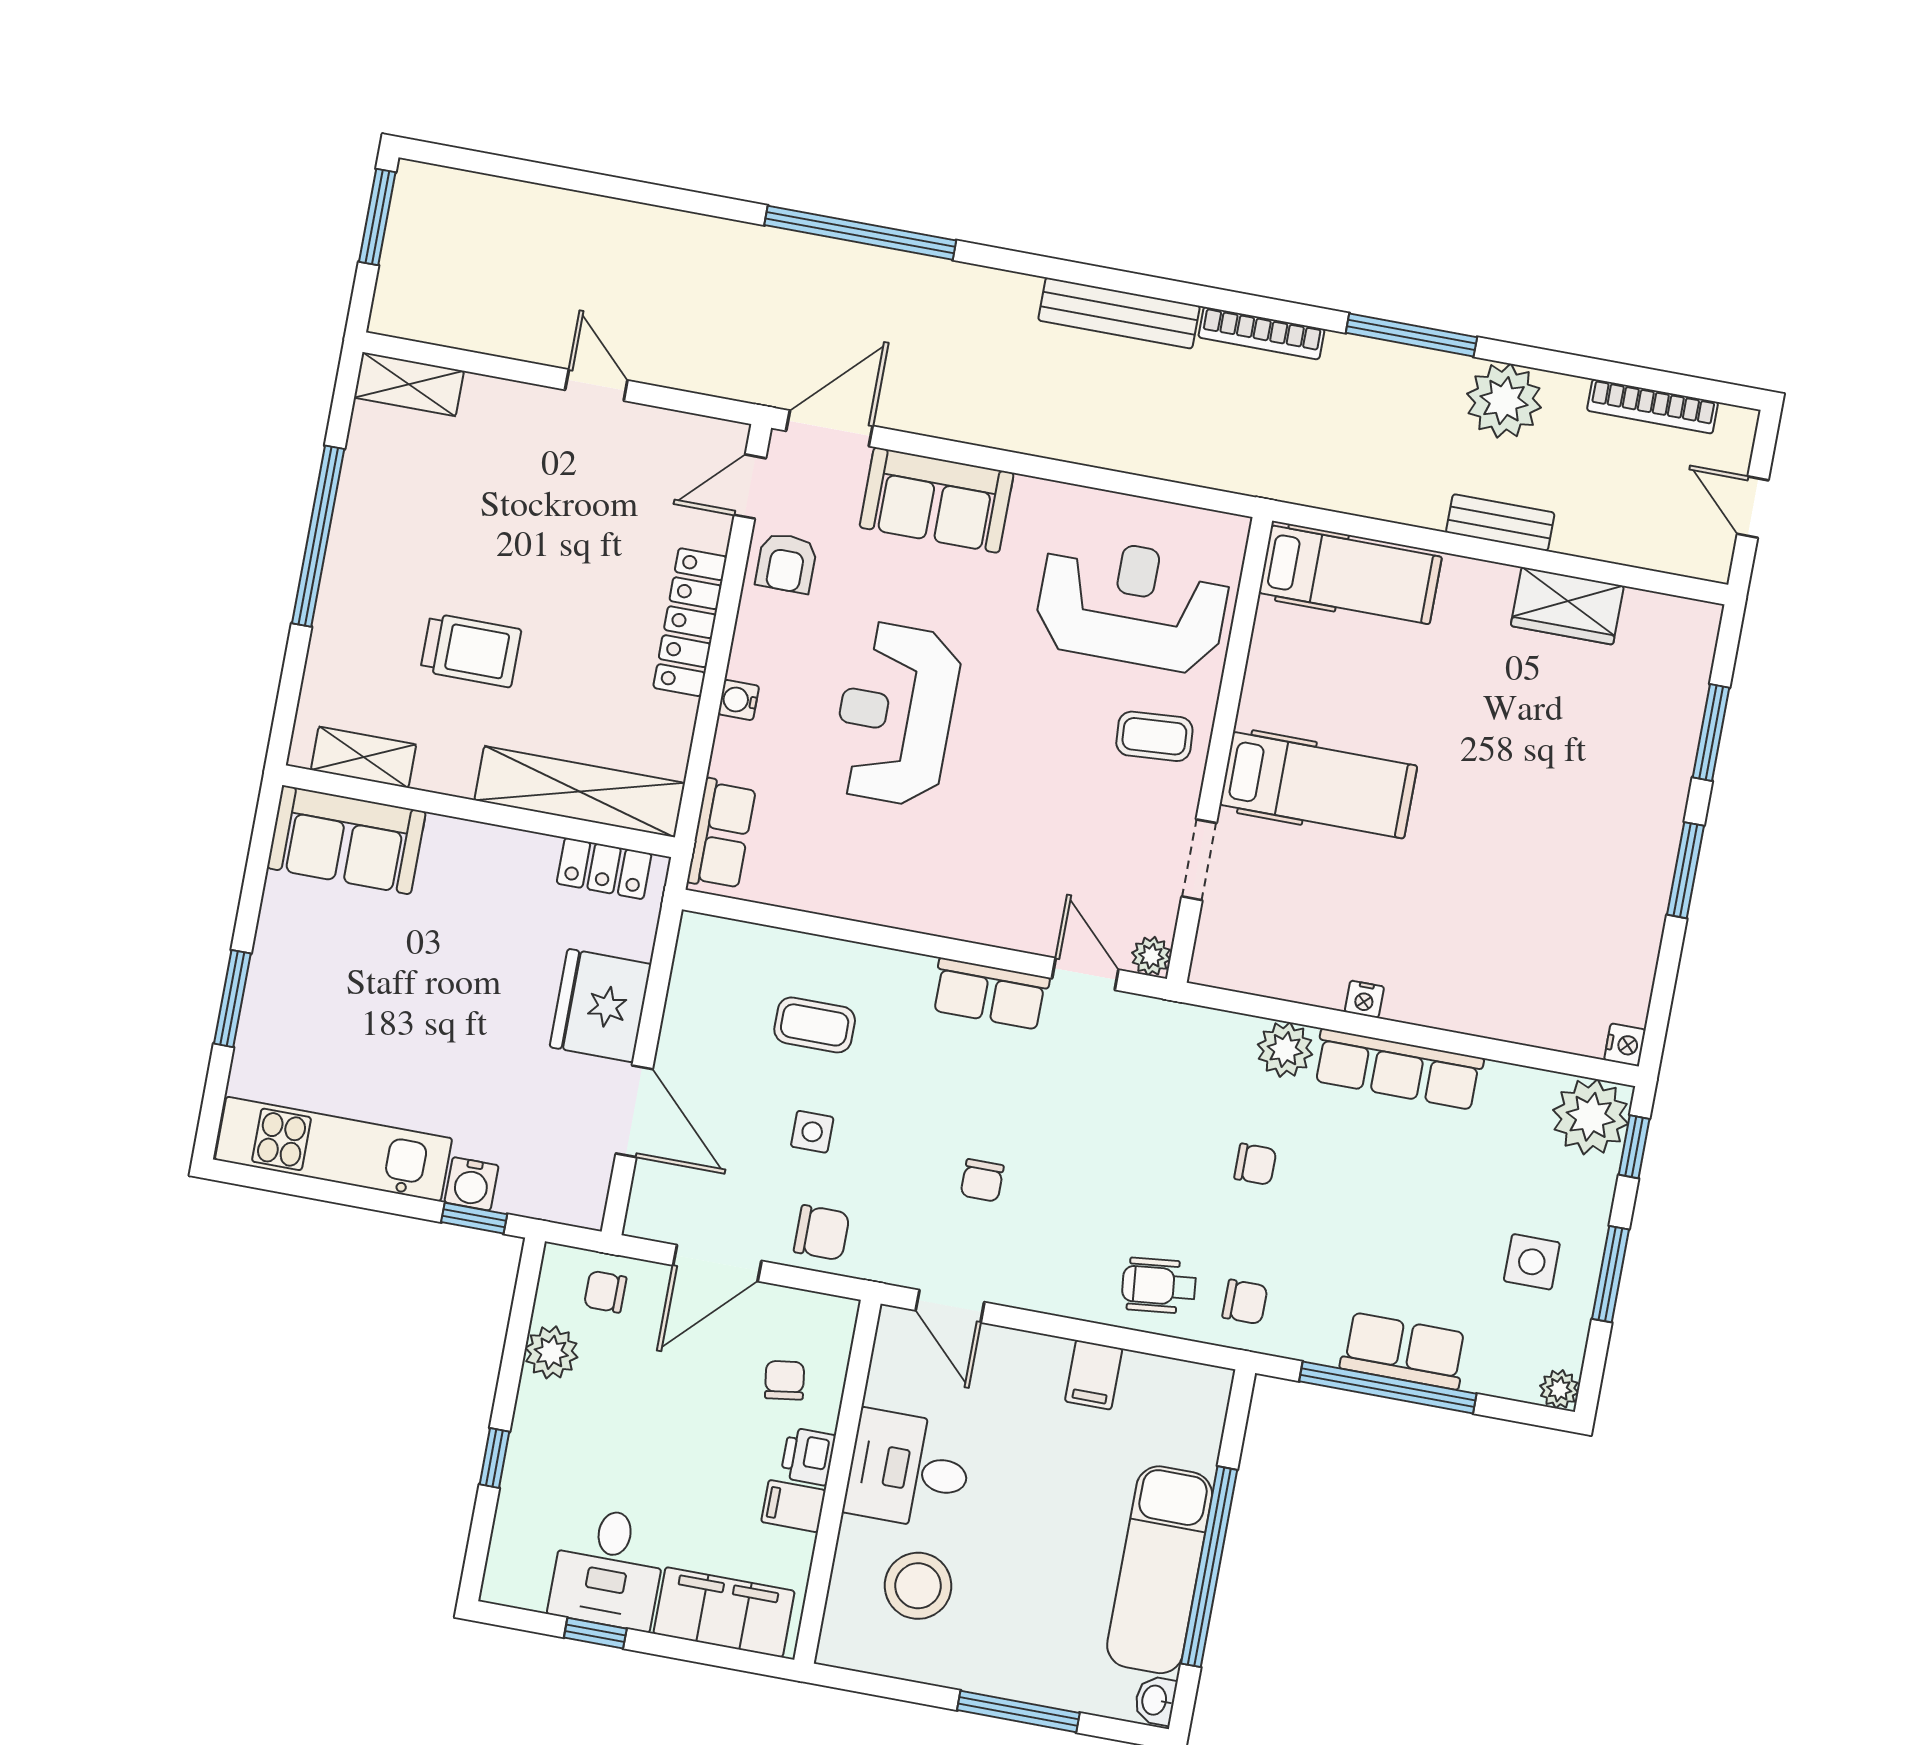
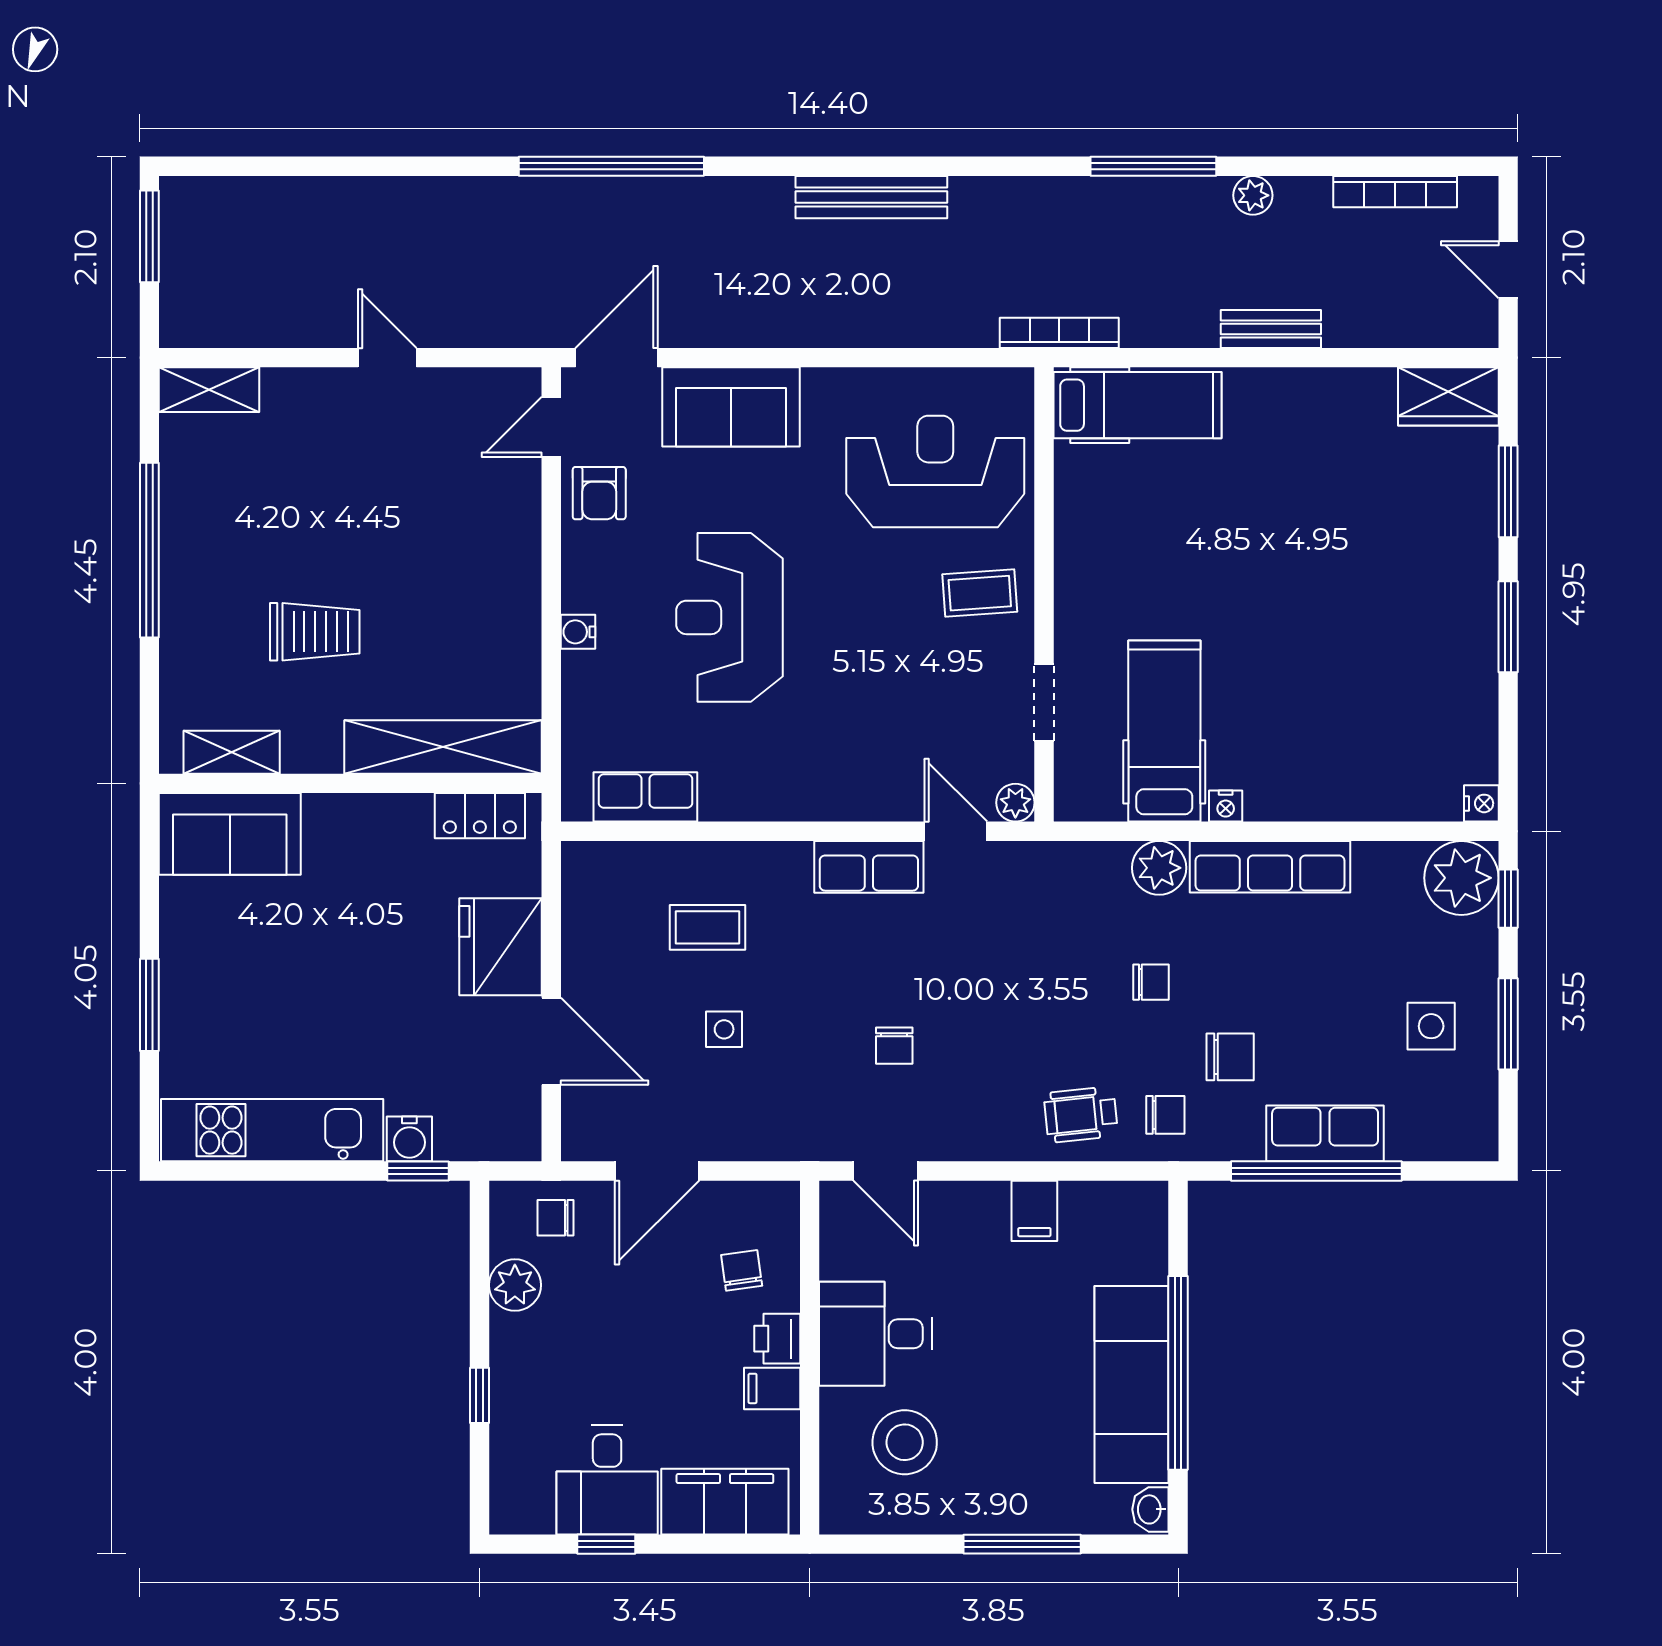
bookcase: (1261, 333) -> (1059, 333), moved, turned 180
plant: (1504, 401) -> (1253, 195), width x0.53, depth x0.53
wardrobe: (1567, 606) -> (1448, 396), moved
locker: (690, 622) -> (518, 566), removed
hospital bed: (1318, 785) -> (1164, 731), moved, turned -90
row of seats: (722, 834) -> (645, 797), moved, turned -90
chair: (822, 1233) -> (1230, 1057), moved
plant: (1559, 1389) -> (1480, 1142), removed

